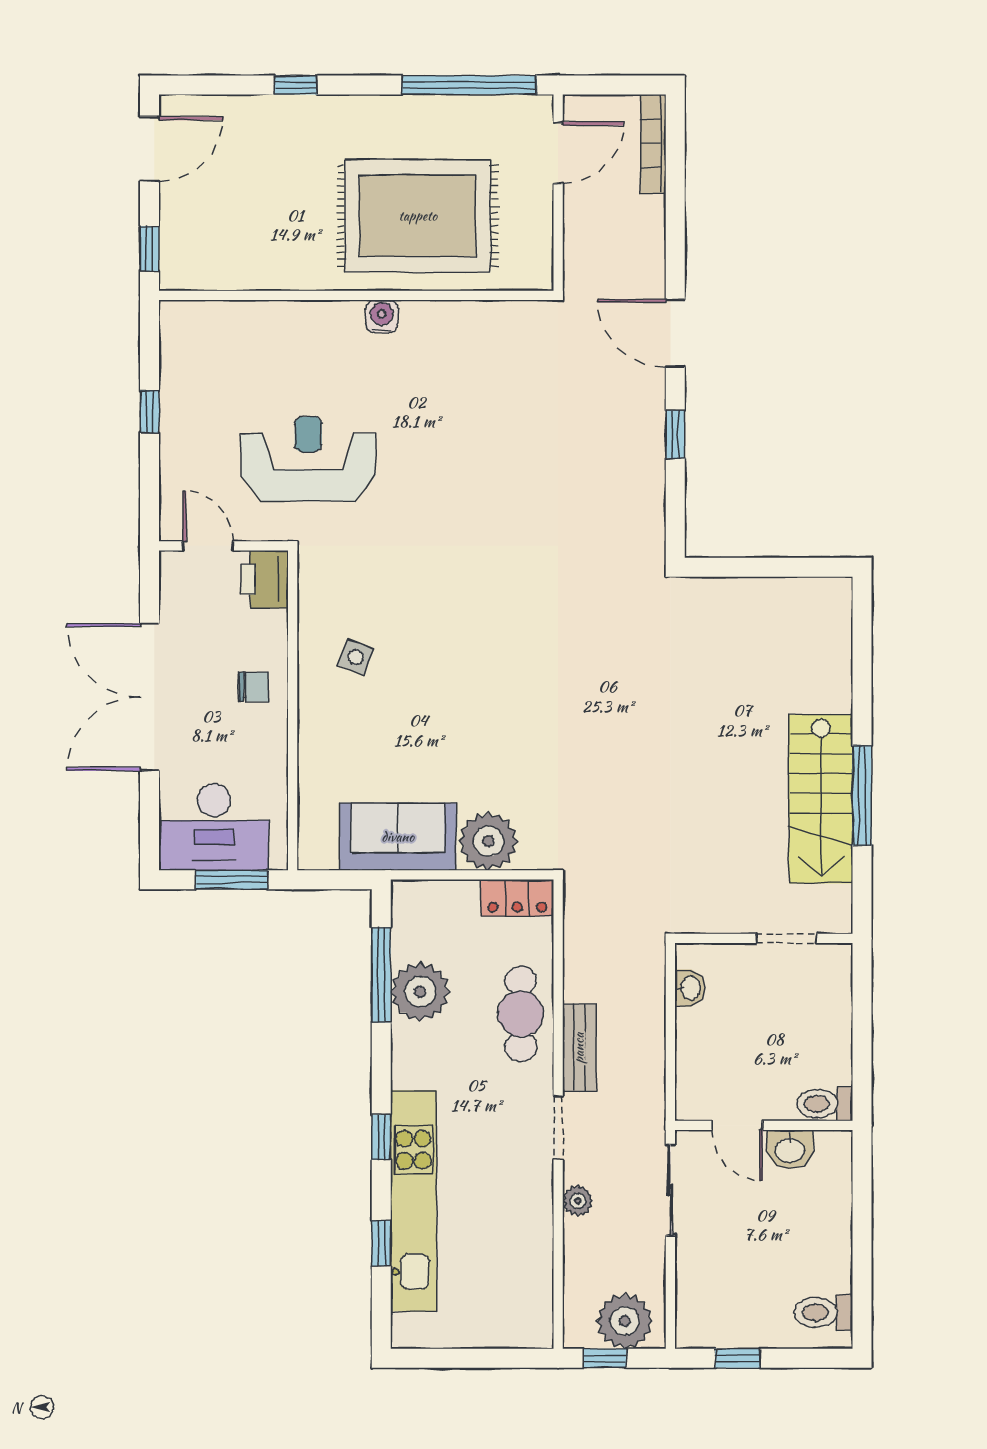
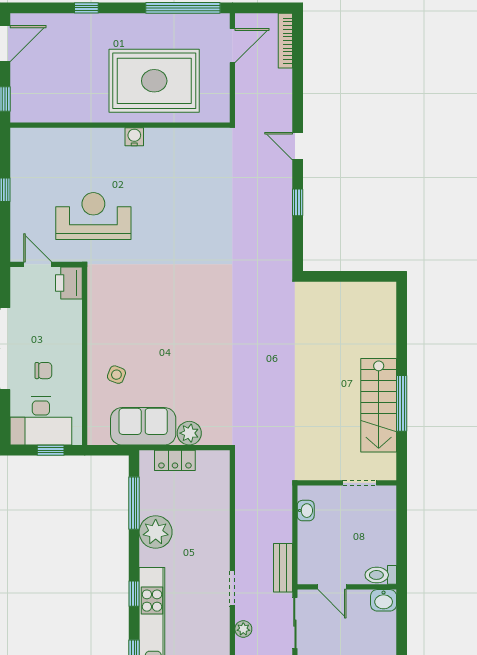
door: (675, 333) -> (298, 146), width x0.73
side table: (356, 657) -> (116, 375), moved
chair: (254, 687) -> (43, 371), moved
plant: (488, 841) -> (189, 433), width x0.73, depth x0.73
window: (231, 880) -> (51, 450), width x0.67
locker: (517, 898) -> (175, 460), moved
plant: (420, 992) -> (156, 532), moved
cafe table: (521, 1014) -> (212, 525), removed
bench: (579, 1048) -> (283, 568), moved
washbasin: (790, 1149) -> (384, 600), moved

